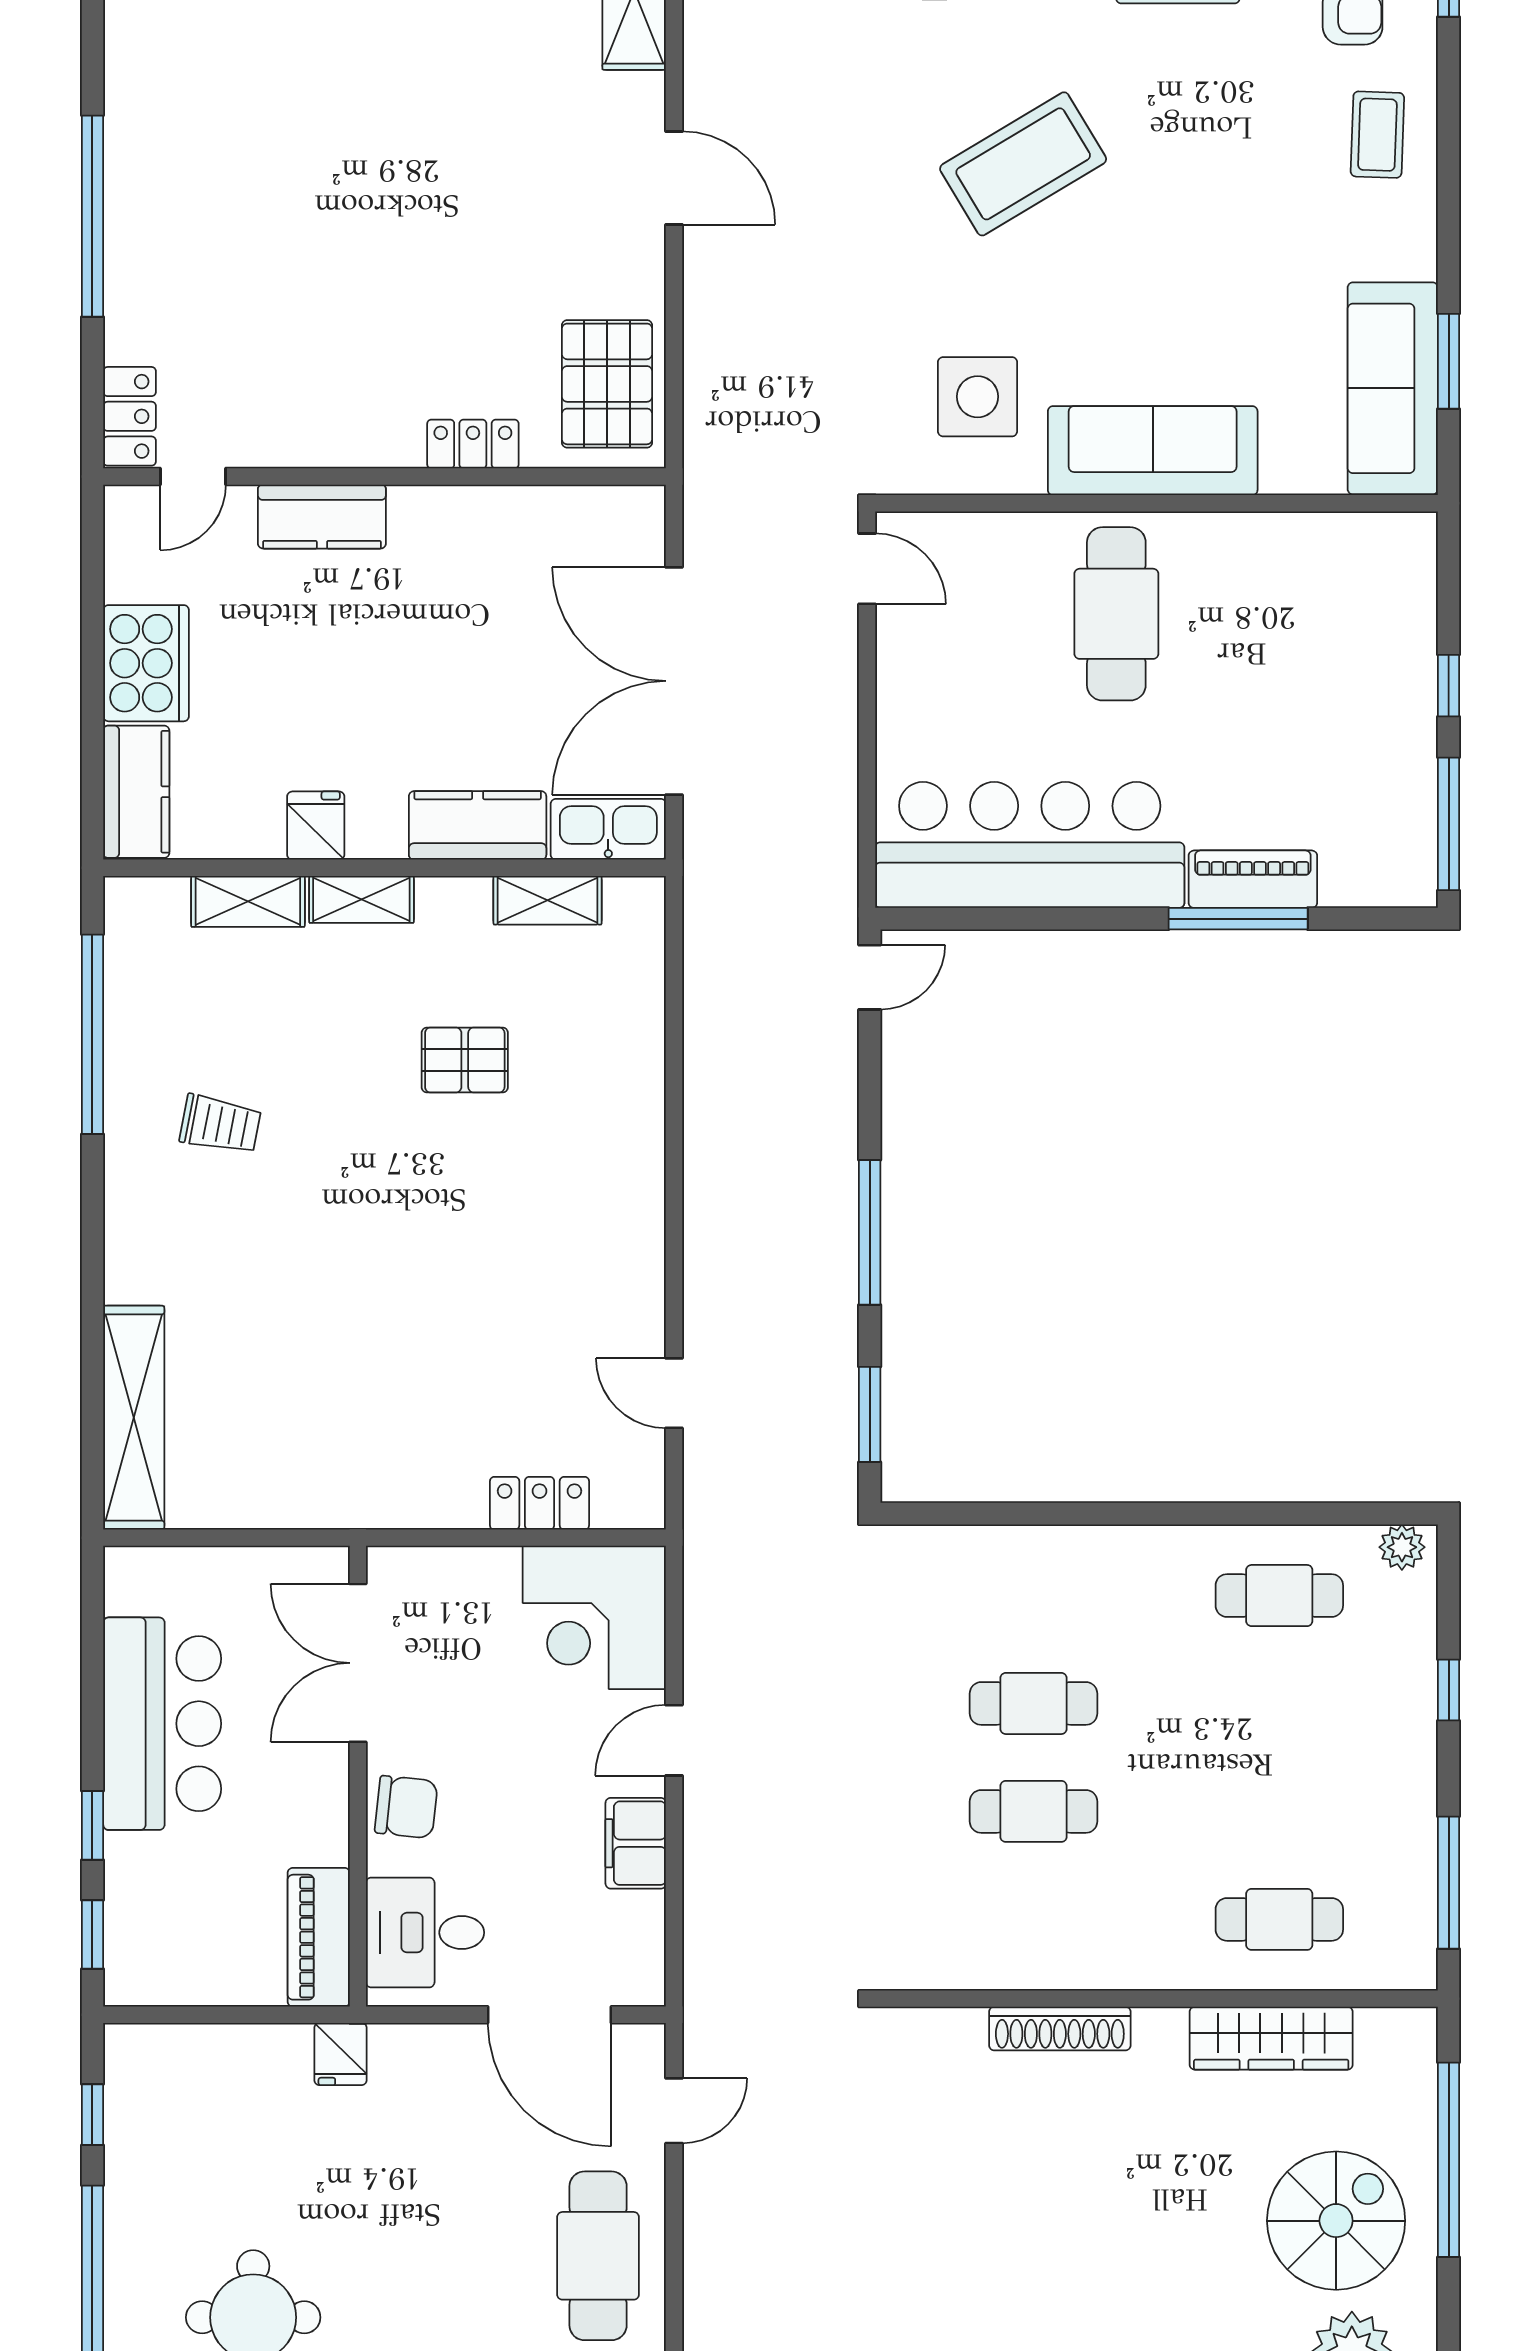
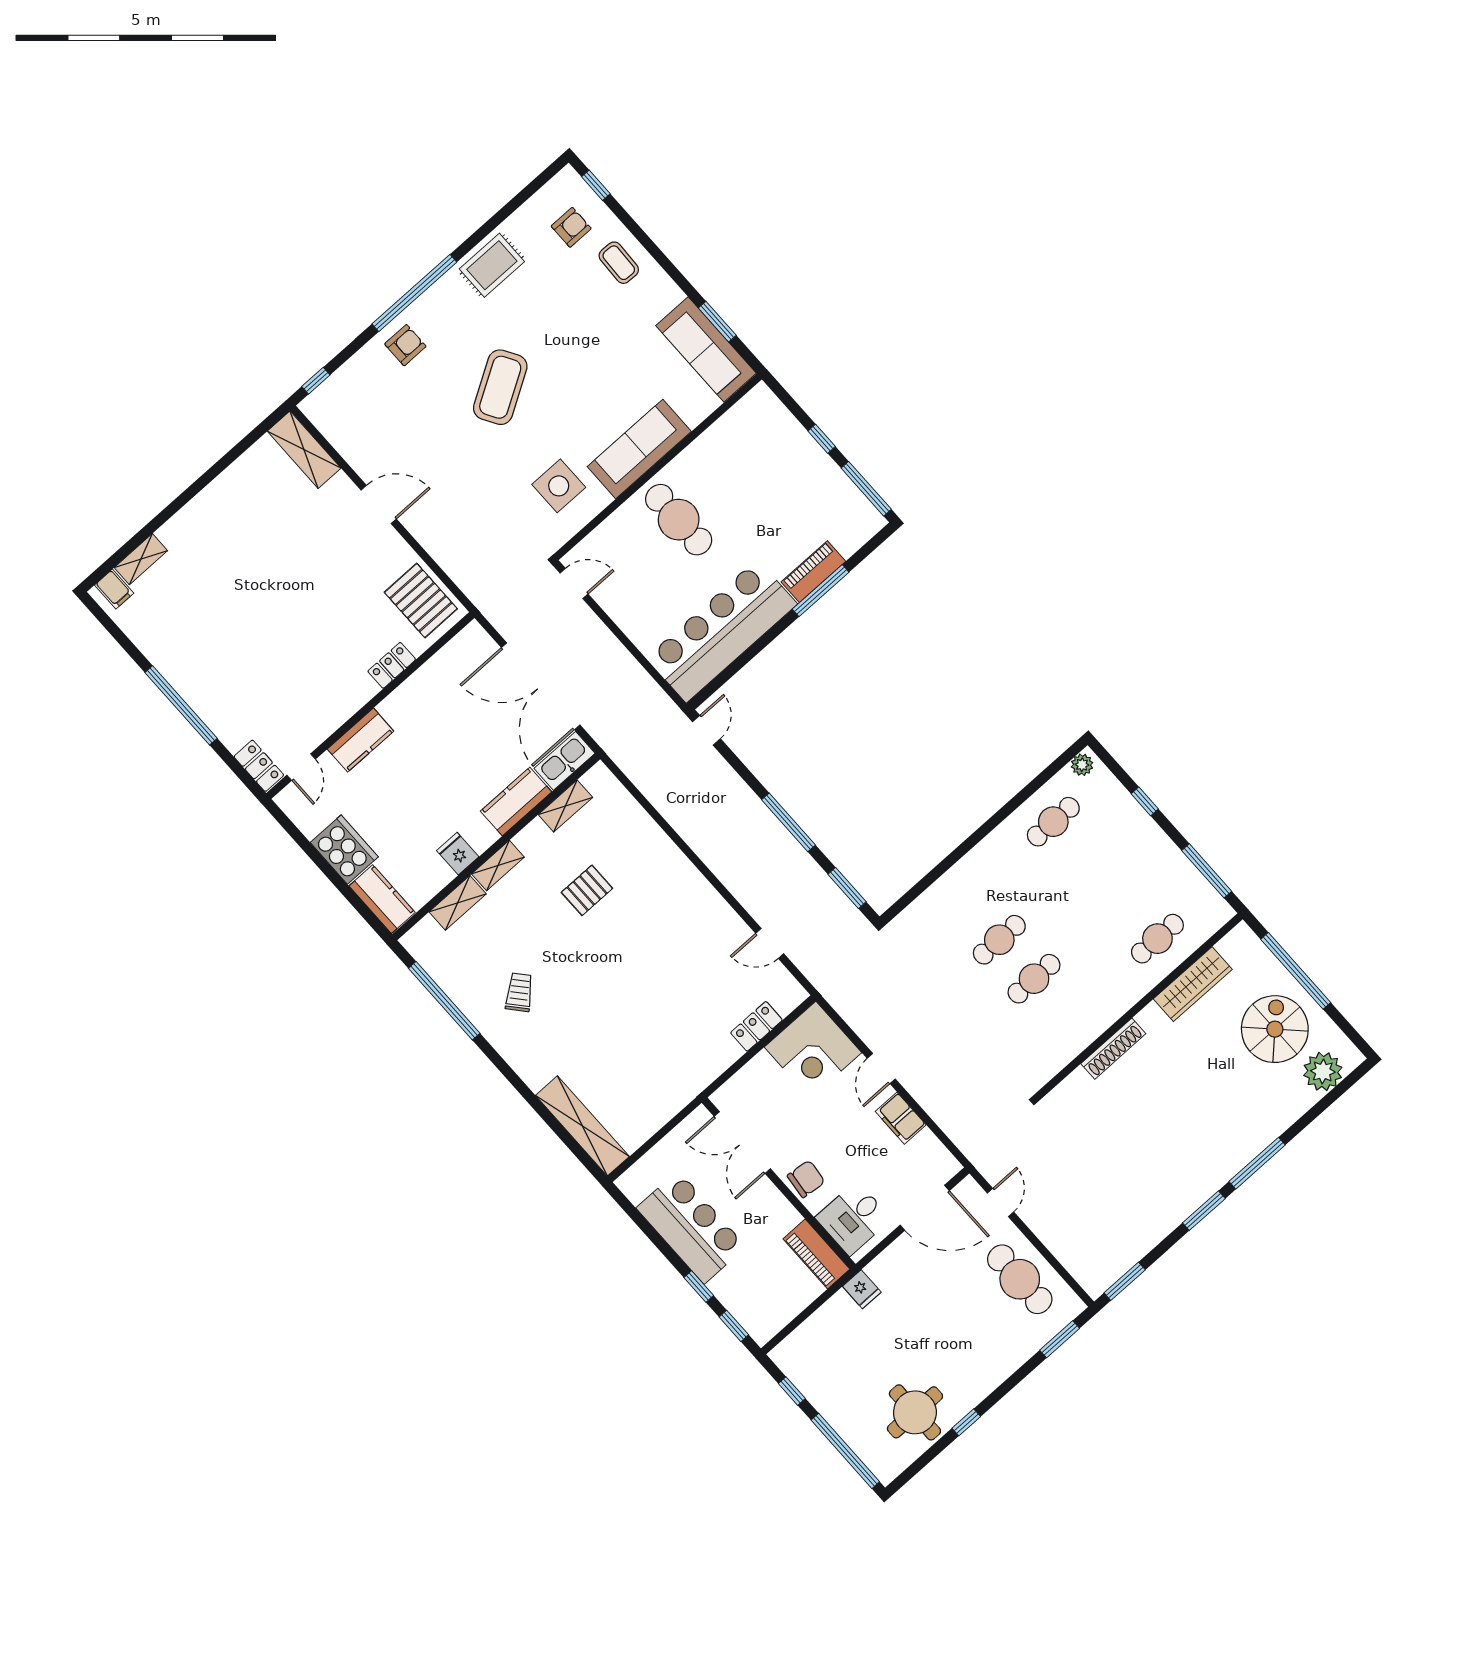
trolley: (220, 1124) -> (519, 992), turned -52

